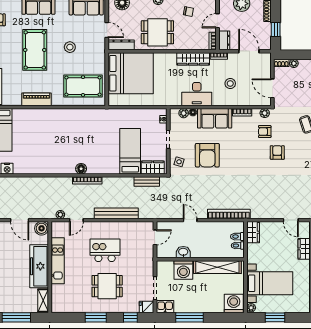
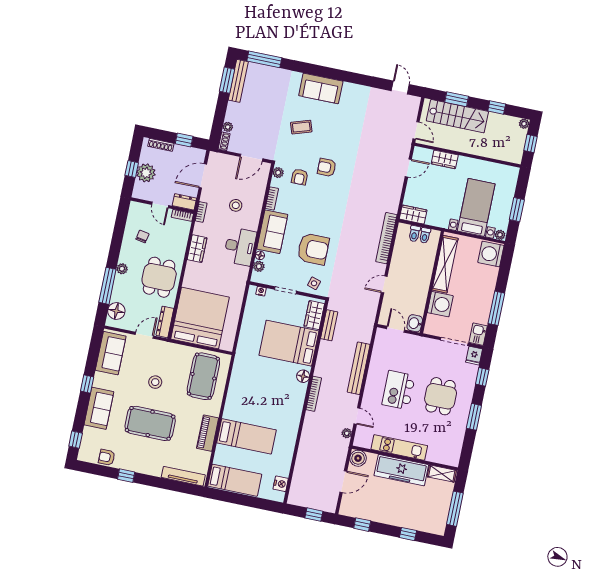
wardrobe: (193, 59) -> (197, 249), width x0.67
bed: (41, 132) -> (246, 436), added
bed: (130, 151) -> (289, 343), width x1.50
floor lamp: (81, 169) -> (303, 376), moved
washbasin: (183, 252) -> (415, 323), moved

